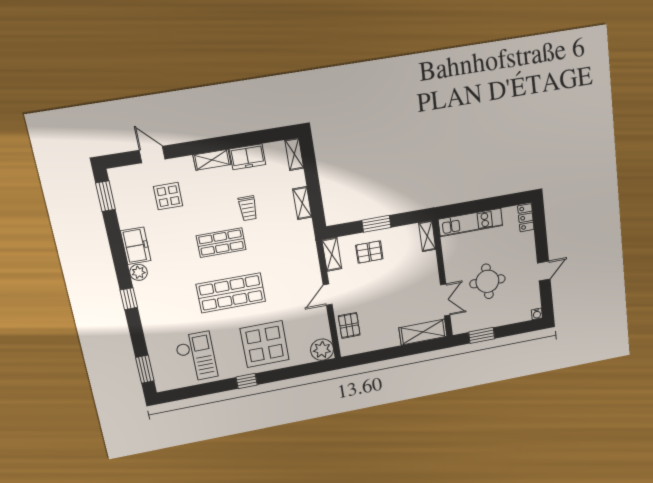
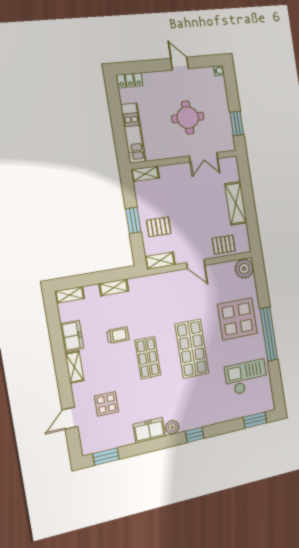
pallet: (369, 252) -> (159, 227), turned 90
double door: (445, 300) -> (204, 157), swing flipped
shelving: (423, 332) -> (236, 203), moved
window: (247, 381) -> (269, 334), width x3.17

